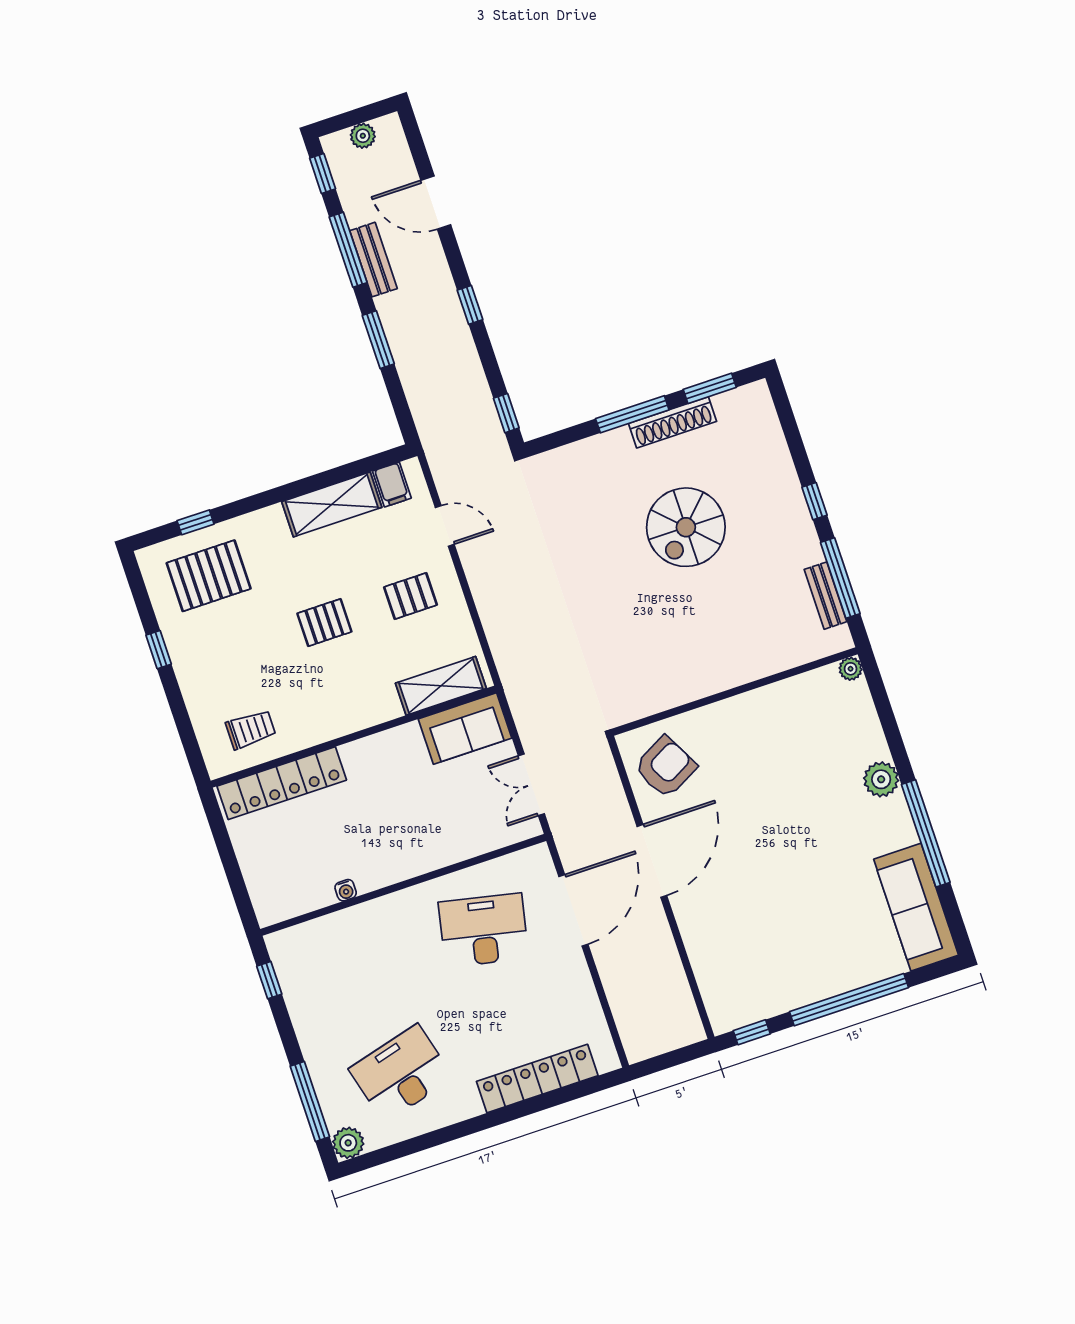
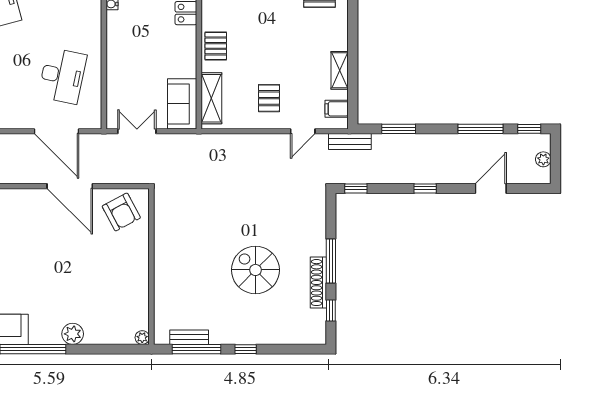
bench: (373, 260) -> (350, 142), moved
window: (378, 340) -> (399, 129), moved
window: (710, 388) -> (331, 311), width x0.67
shelving: (332, 504) -> (340, 70), width x0.67, depth x0.75
pallet: (324, 623) -> (216, 46), moved

